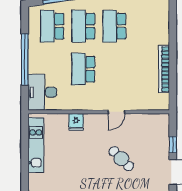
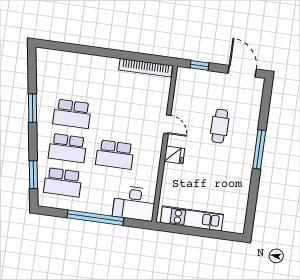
bookcase: (164, 69) -> (146, 68), moved
fridge: (76, 122) -> (174, 155), moved
window: (173, 145) -> (199, 65), moved
cafe table: (121, 159) -> (220, 126), turned -44

